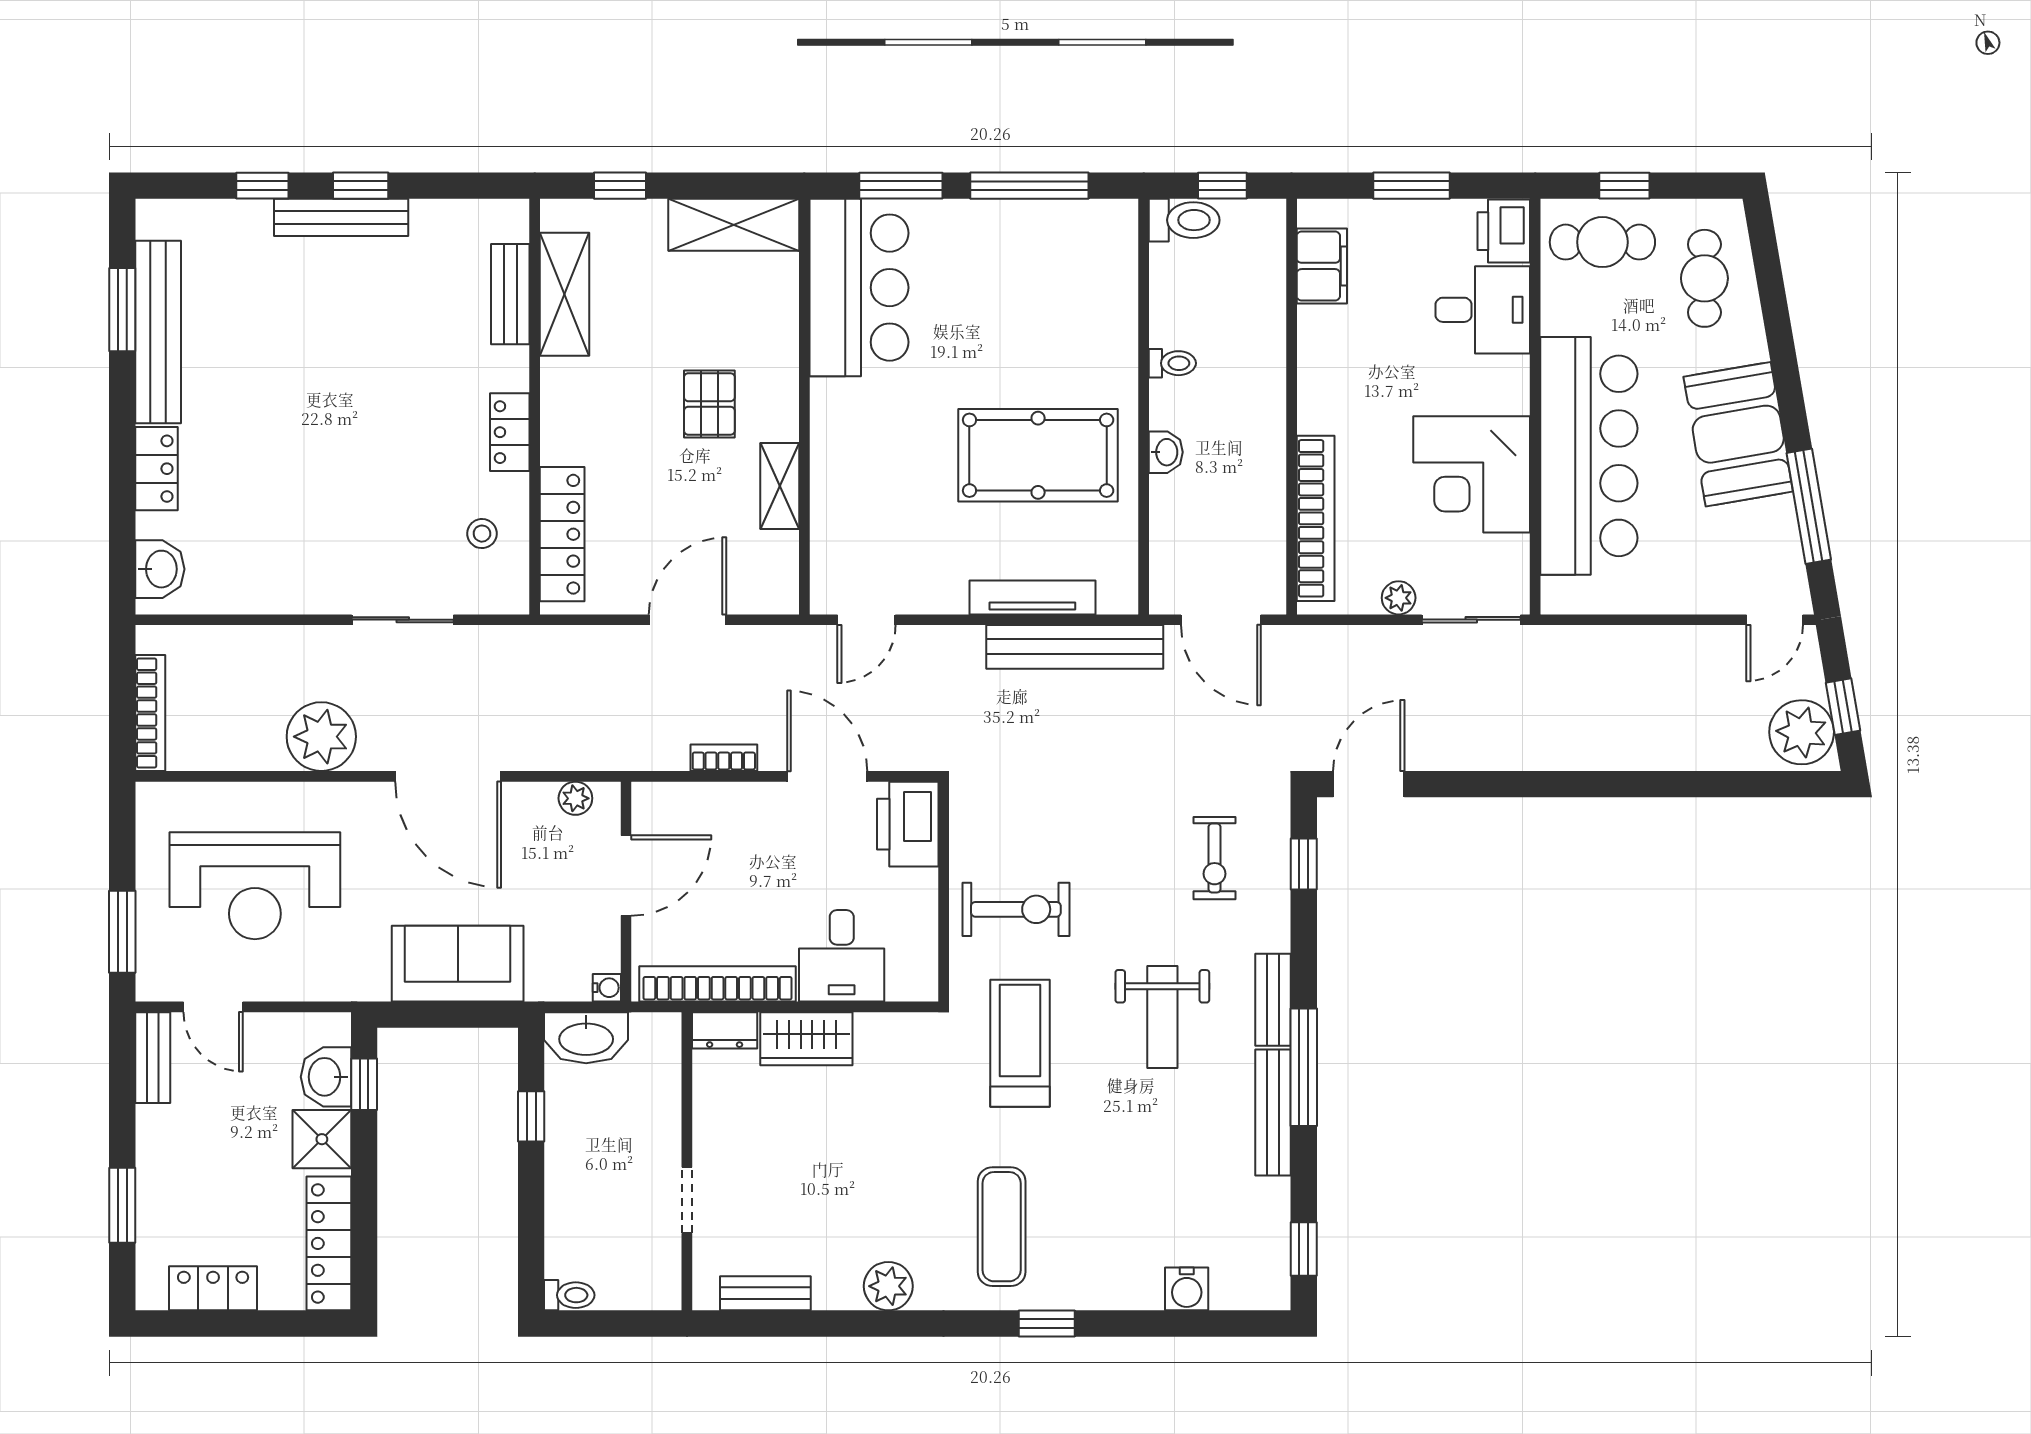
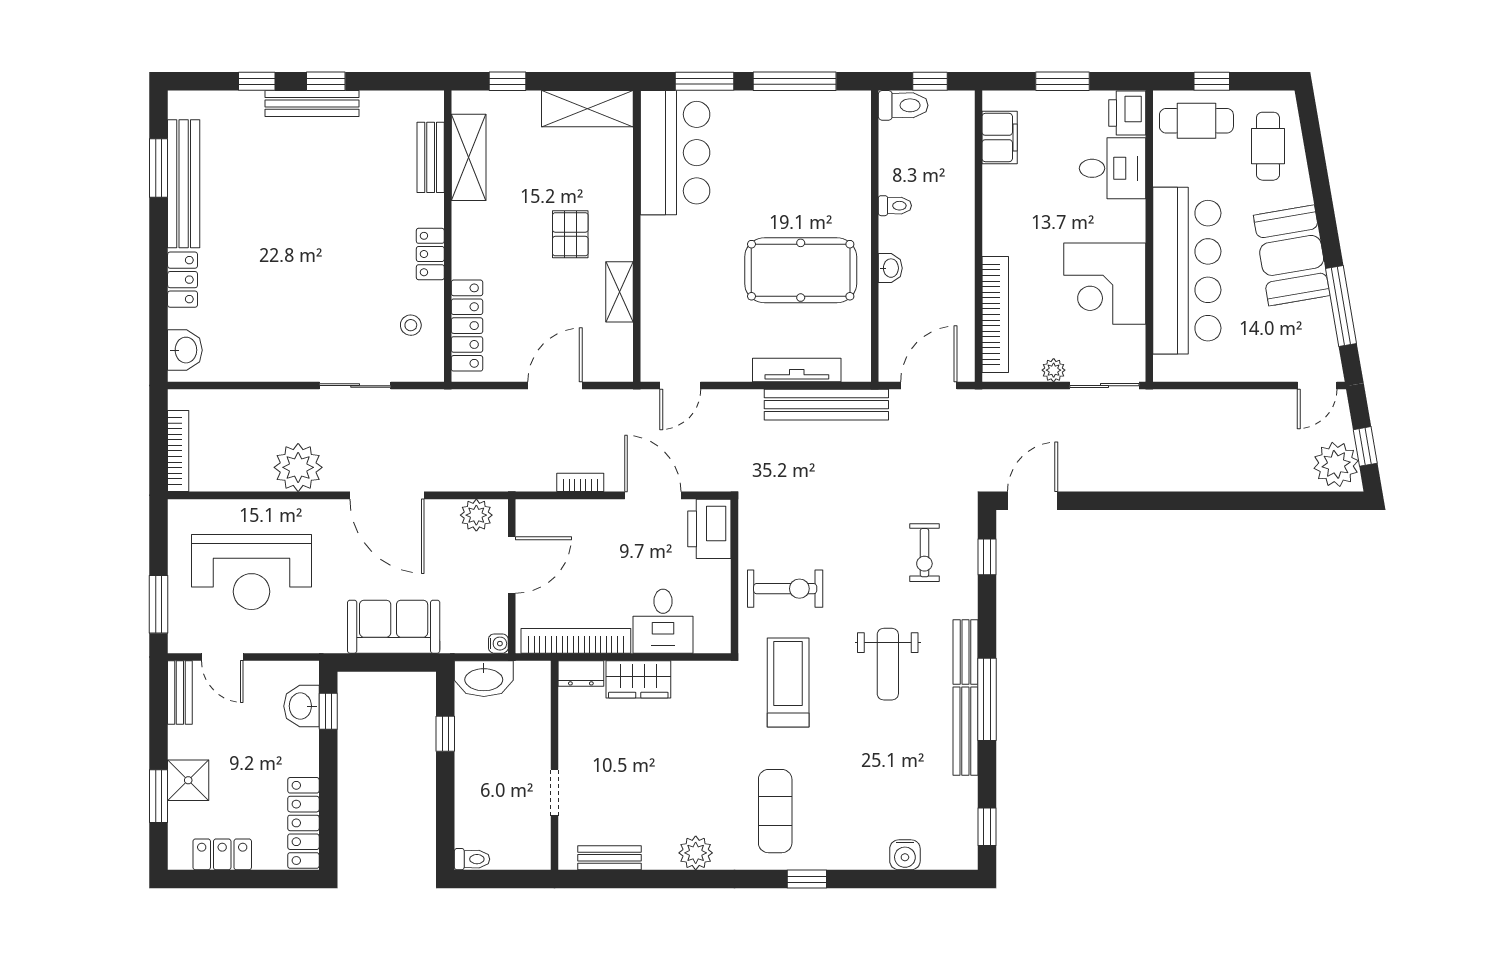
door: (1221, 620) -> (929, 386), swing flipped
plant: (575, 798) -> (476, 515), width x1.38, depth x1.38
shower: (322, 1139) -> (188, 780), moved

